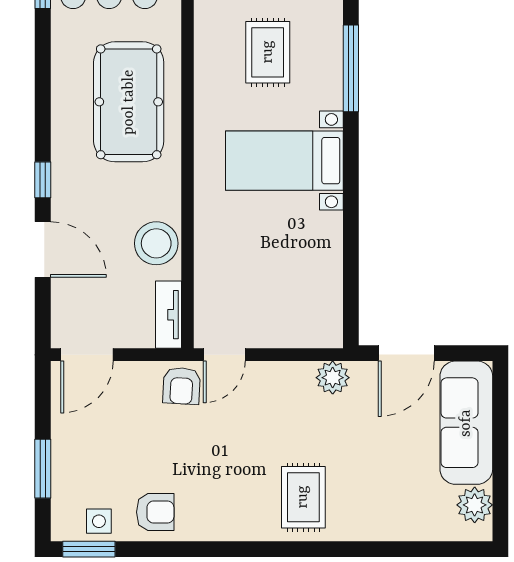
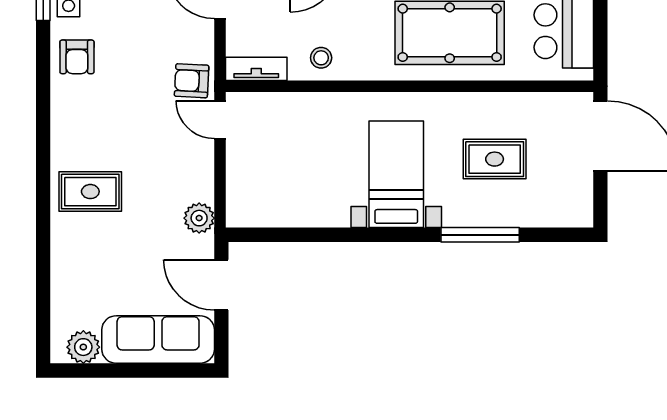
stool: (156, 243) -> (321, 58), width x0.53, depth x0.53

